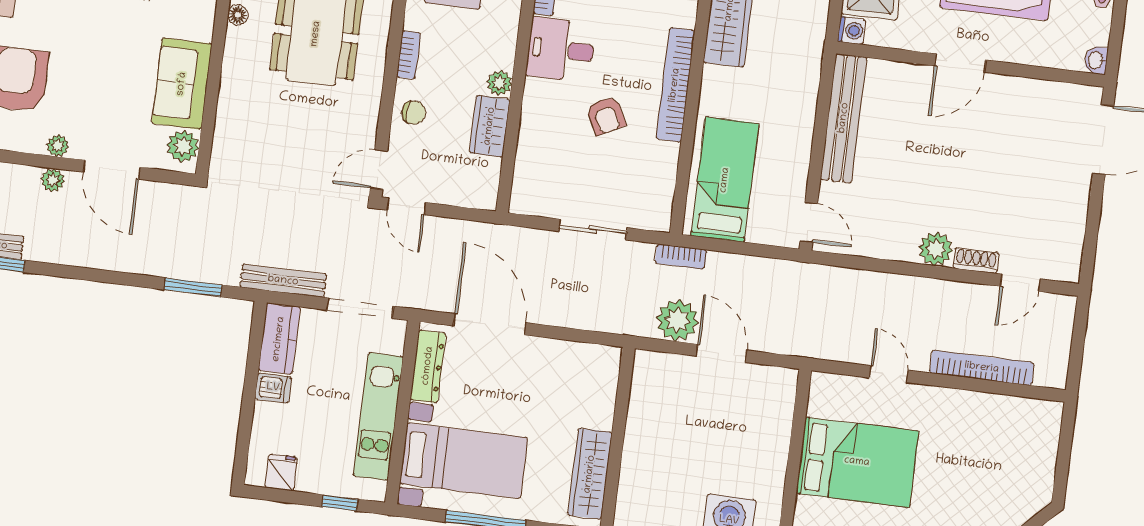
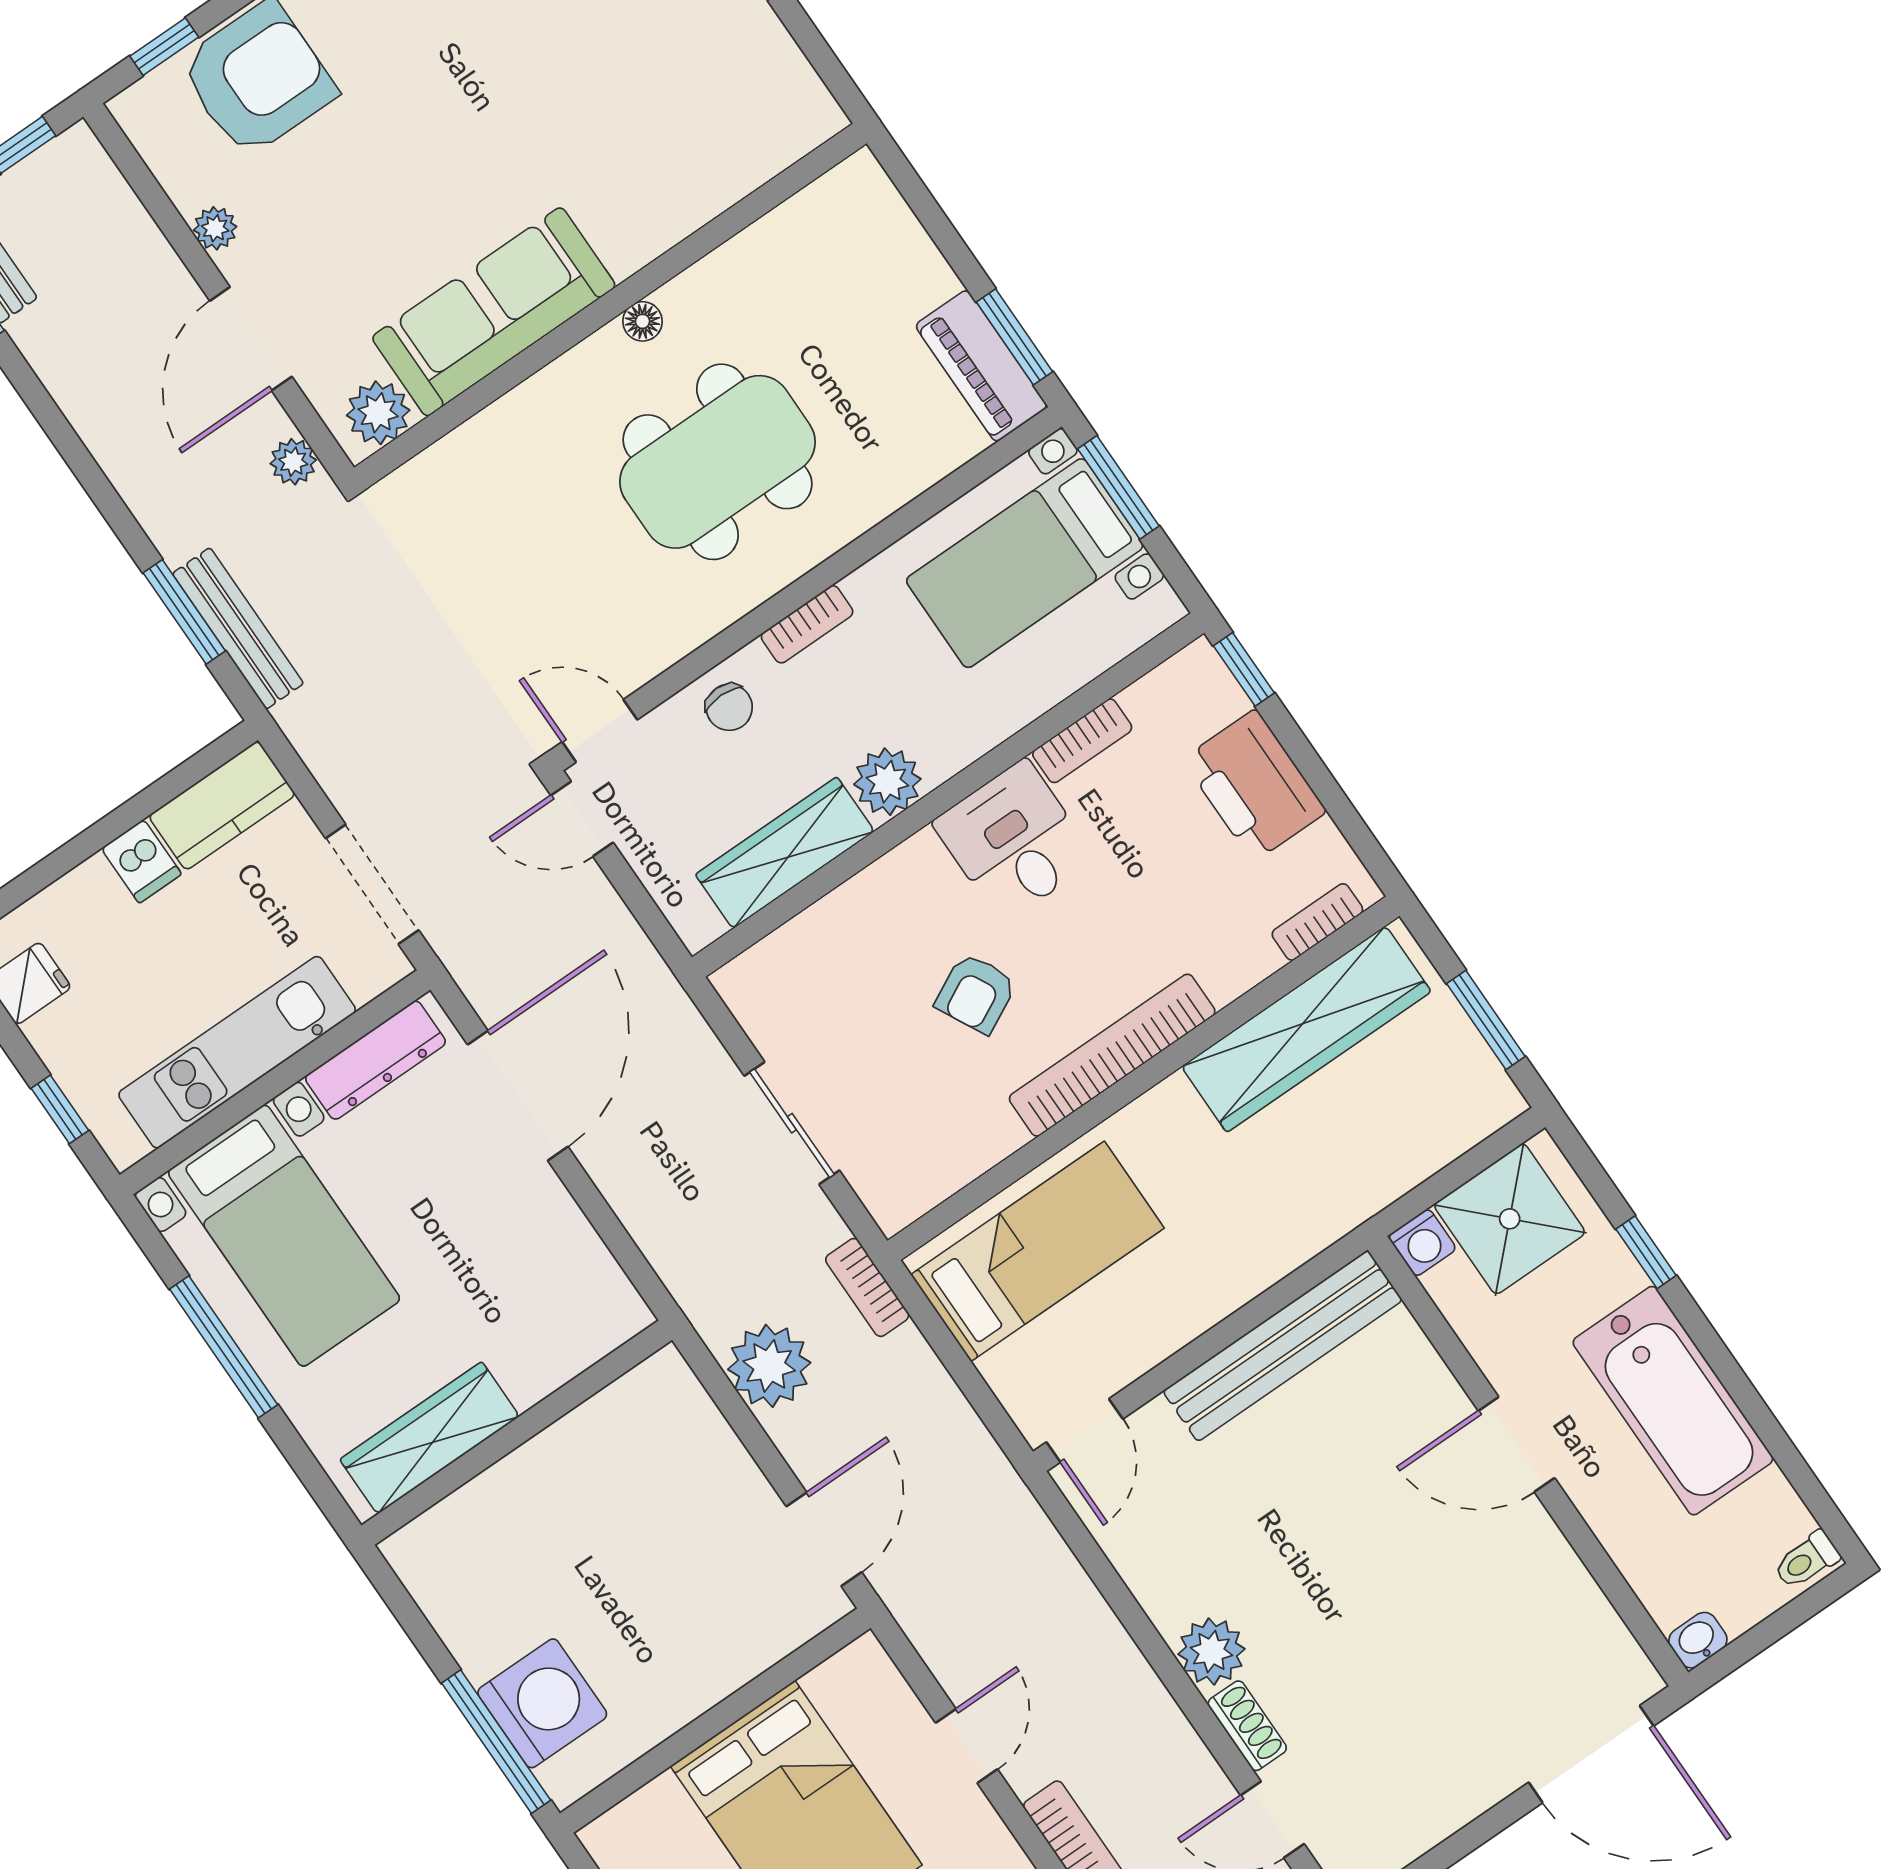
plant: (500, 83) -> (887, 782), width x1.38, depth x1.38
sofa: (182, 84) -> (494, 312), width x1.36
wardrobe: (490, 126) -> (785, 853), width x1.50
plant: (53, 180) -> (293, 462), moved
door: (406, 206) -> (582, 819), hinge flipped
bench: (283, 281) -> (238, 628), moved
door: (721, 353) -> (824, 1539), moved

